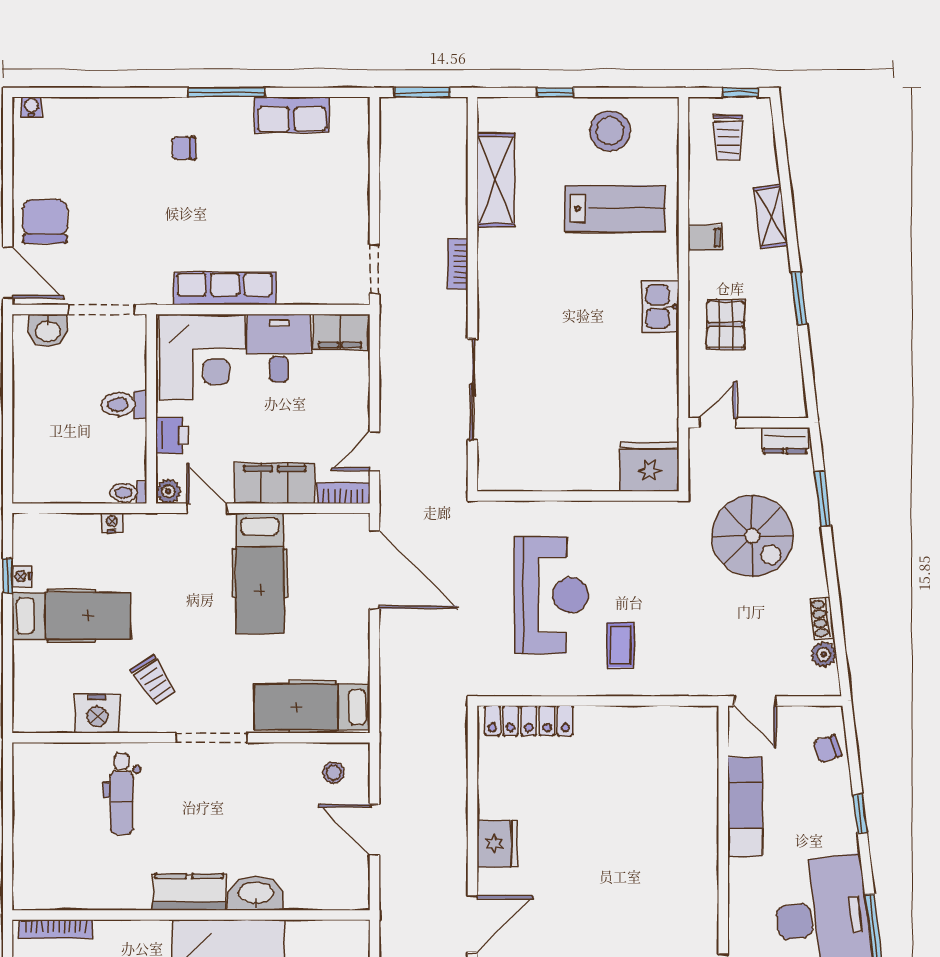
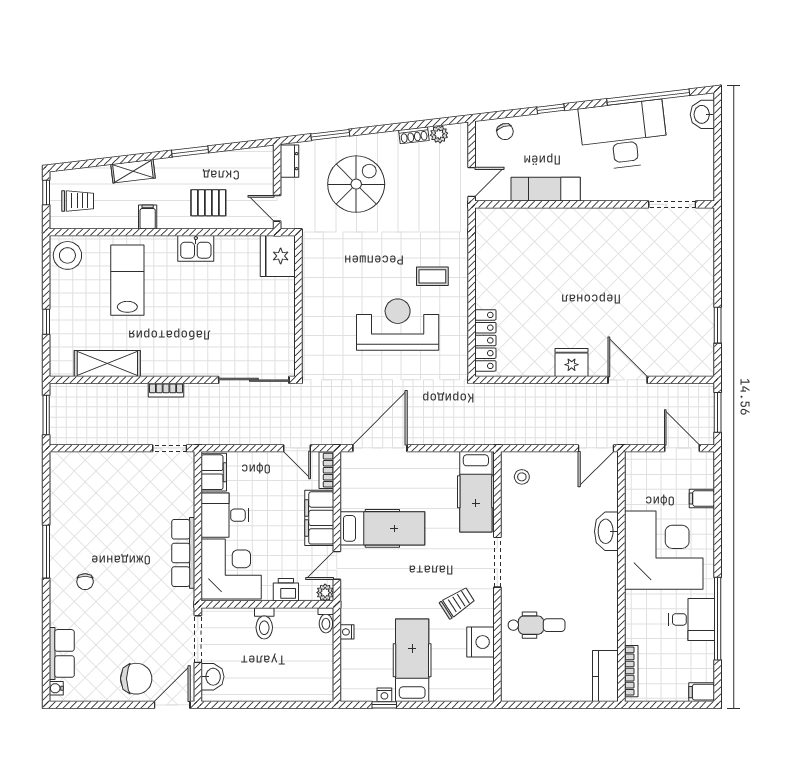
row of seats: (292, 115) -> (62, 653), moved
stool: (610, 131) -> (67, 255), moved
chair: (45, 221) -> (136, 679), turned 180
fridge: (650, 467) -> (278, 256), moved
wall: (578, 496) -> (298, 306), moved
door: (375, 830) -> (596, 448), moved
kitchen counter: (189, 892) -> (605, 676), moved

